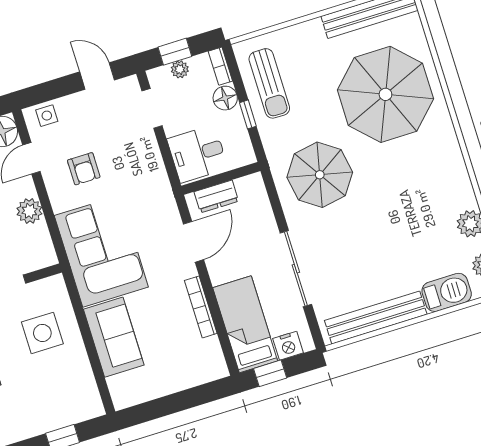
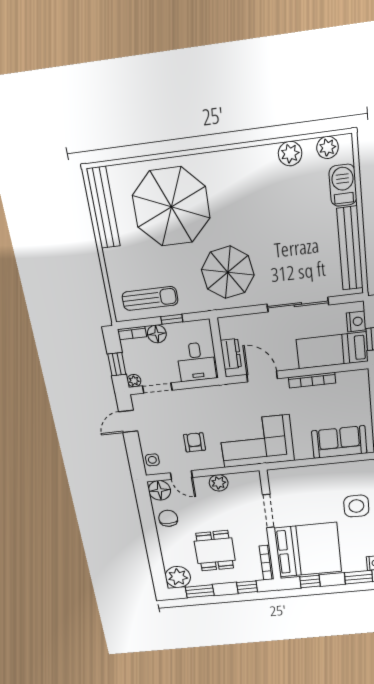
plant: (180, 69) -> (134, 381), moved
armchair: (84, 169) -> (194, 442), turned -90
side table: (42, 333) -> (356, 506), moved
sofa: (114, 337) -> (339, 442), moved

